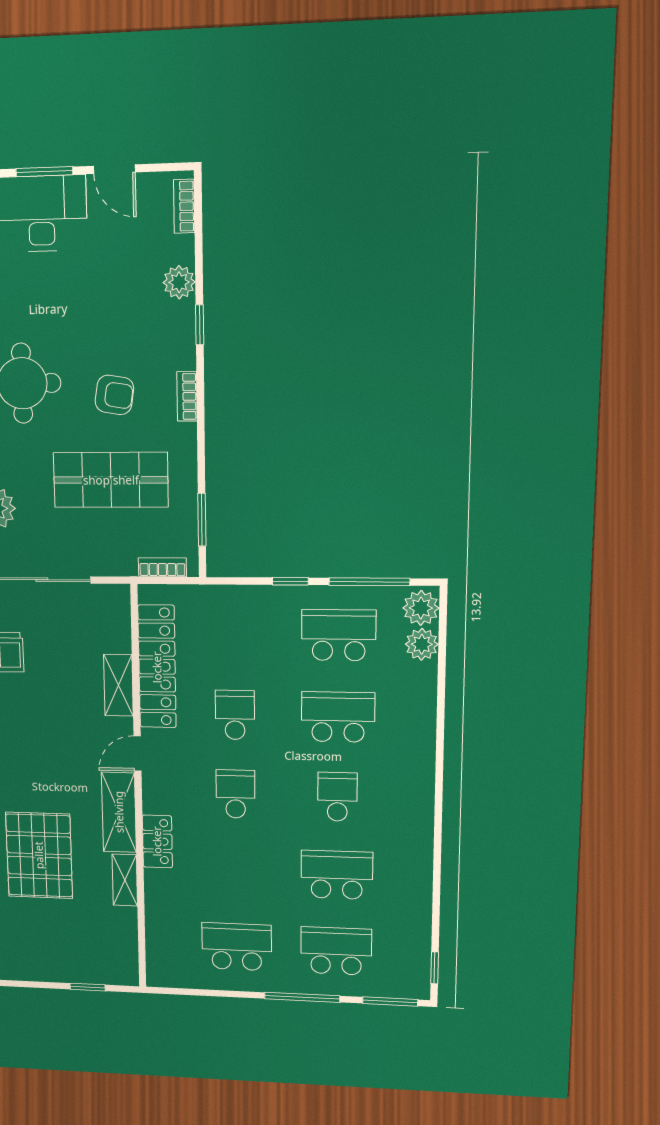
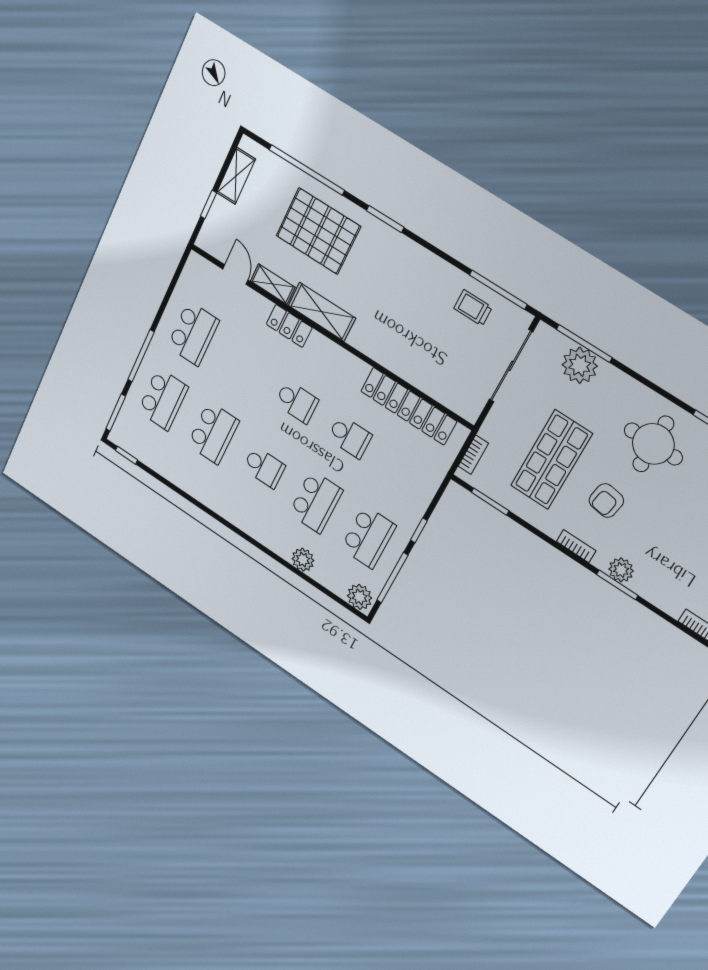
plant: (179, 282) -> (621, 570), moved
window: (200, 325) -> (617, 585), width x1.50
plant: (422, 644) -> (303, 560), moved
shelving: (118, 685) -> (236, 176), moved, turned 90
door: (138, 754) -> (235, 274), moved

